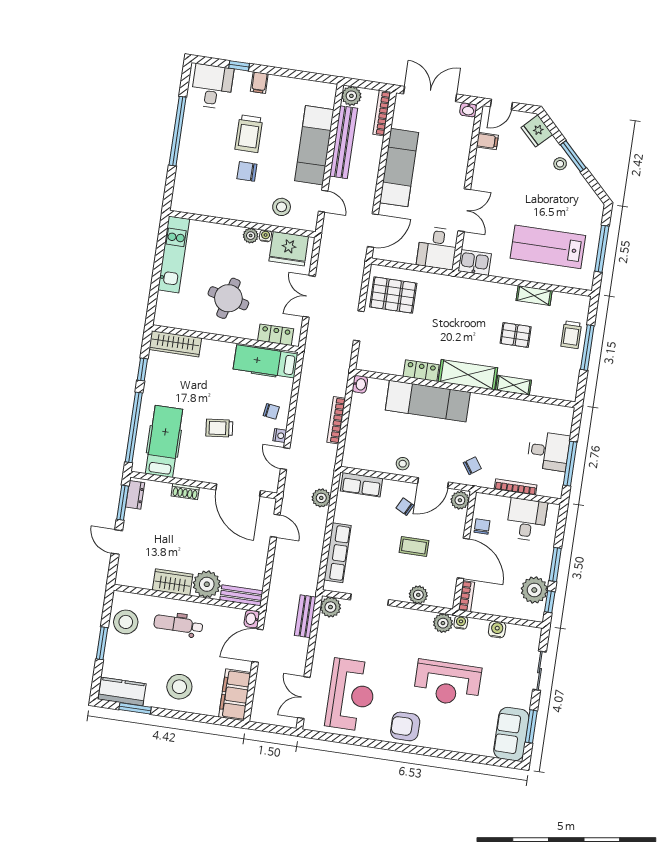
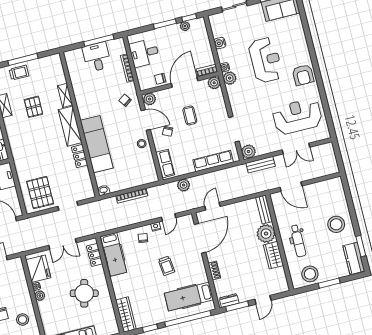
stool: (282, 207) -> (23, 320), moved
plant: (534, 590) -> (185, 26), width x0.53, depth x0.53
plant: (418, 595) -> (214, 83), moved
washbasin: (252, 619) -> (276, 197), removed
filing cabinet: (235, 695) -> (327, 188), removed
double door: (304, 698) -> (296, 149), moved

